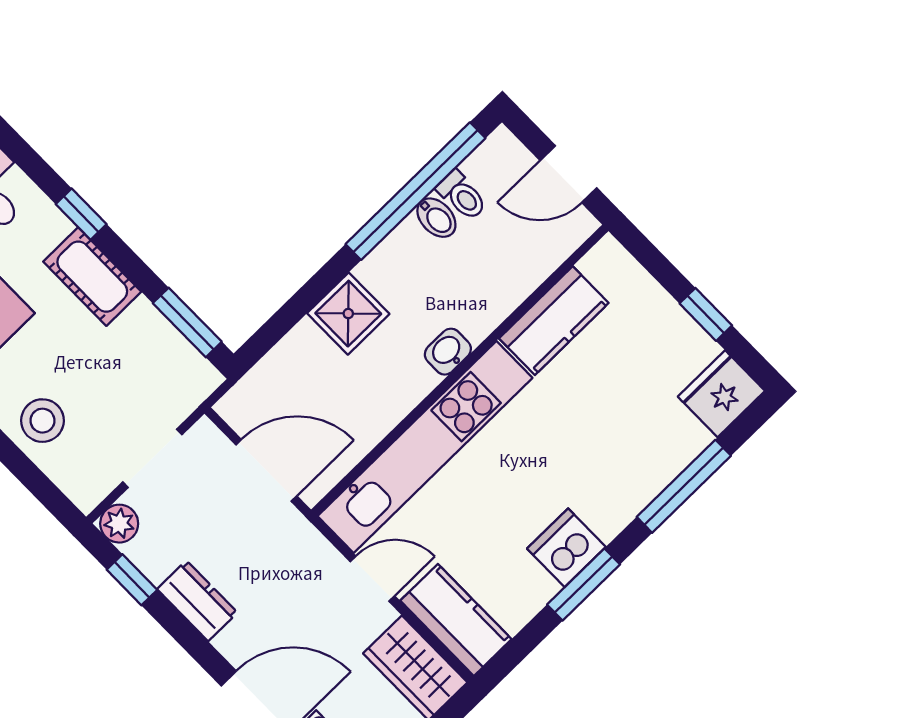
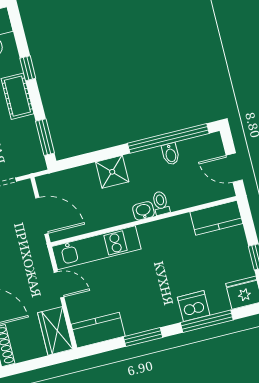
toilet: (462, 195) -> (161, 203), moved, turned 180
kitchen counter: (554, 321) -> (216, 218), moved
kitchen unit: (425, 447) -> (96, 248), width x0.73
dishwasher: (566, 548) -> (194, 306), moved
kitchen counter: (456, 620) -> (98, 330), moved, turned -90

